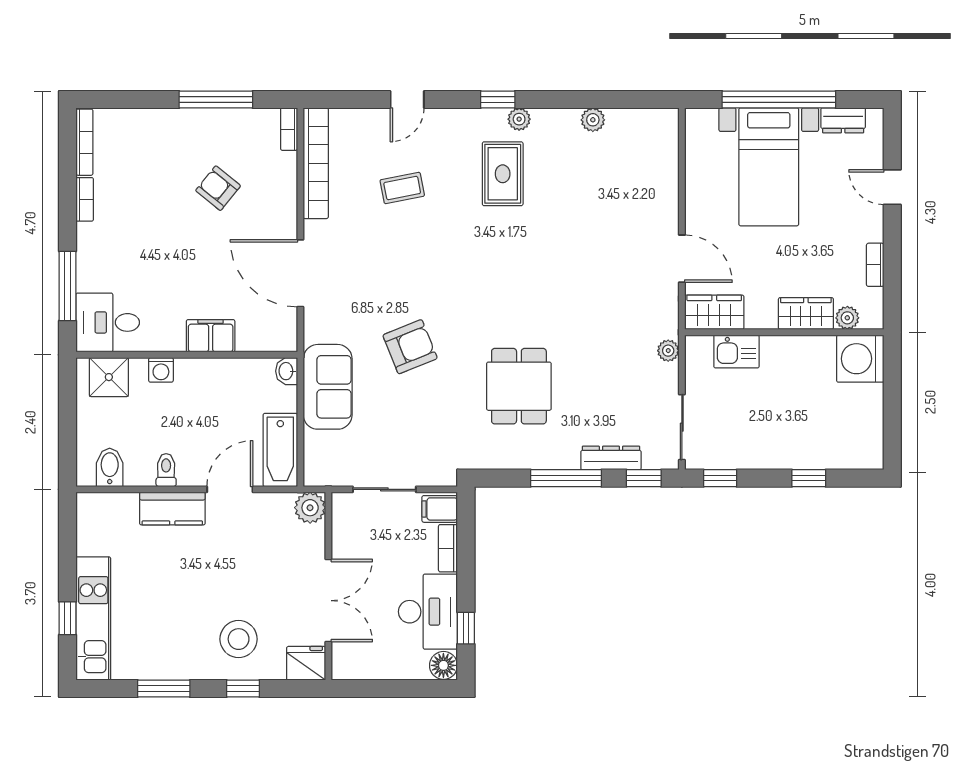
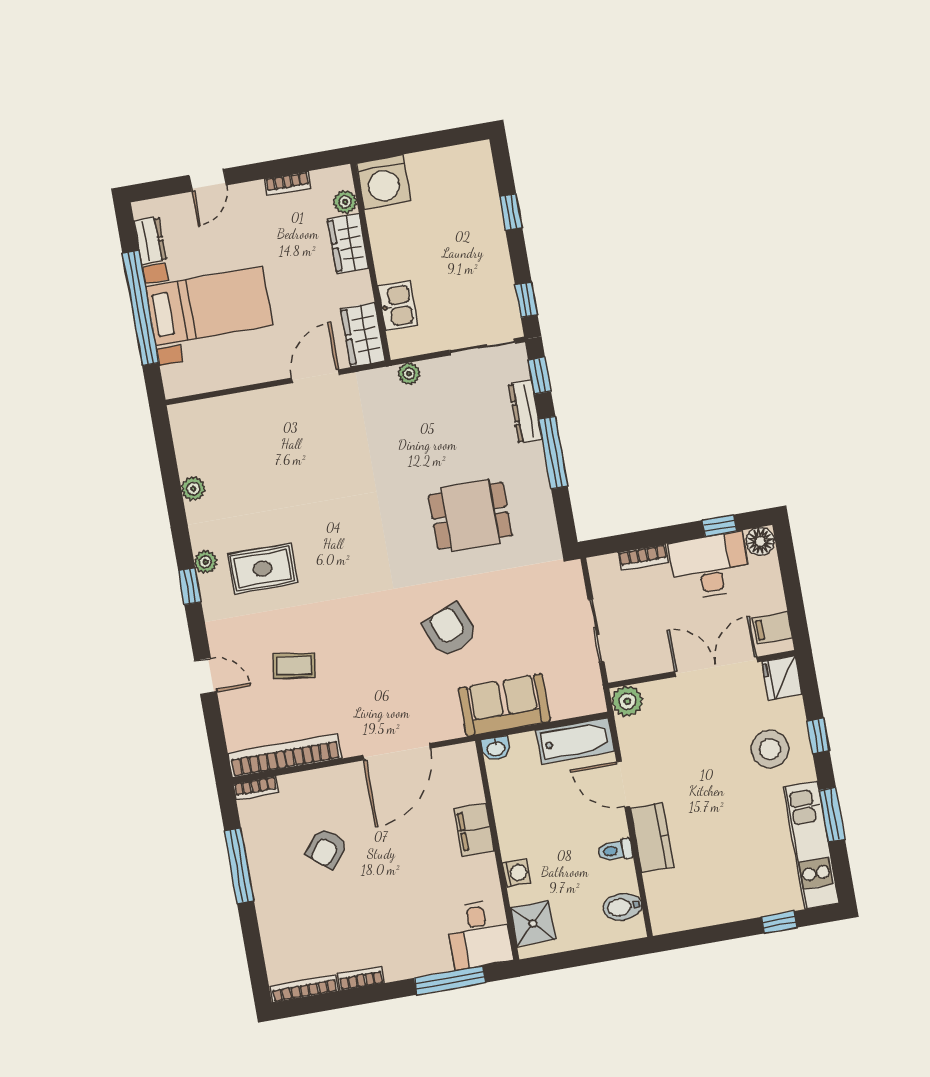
coffee table: (402, 188) -> (294, 666), turned -70
filing cabinet: (440, 509) -> (772, 628), moved, turned 90
kitchen unit: (93, 618) -> (811, 845), moved, turned -90

